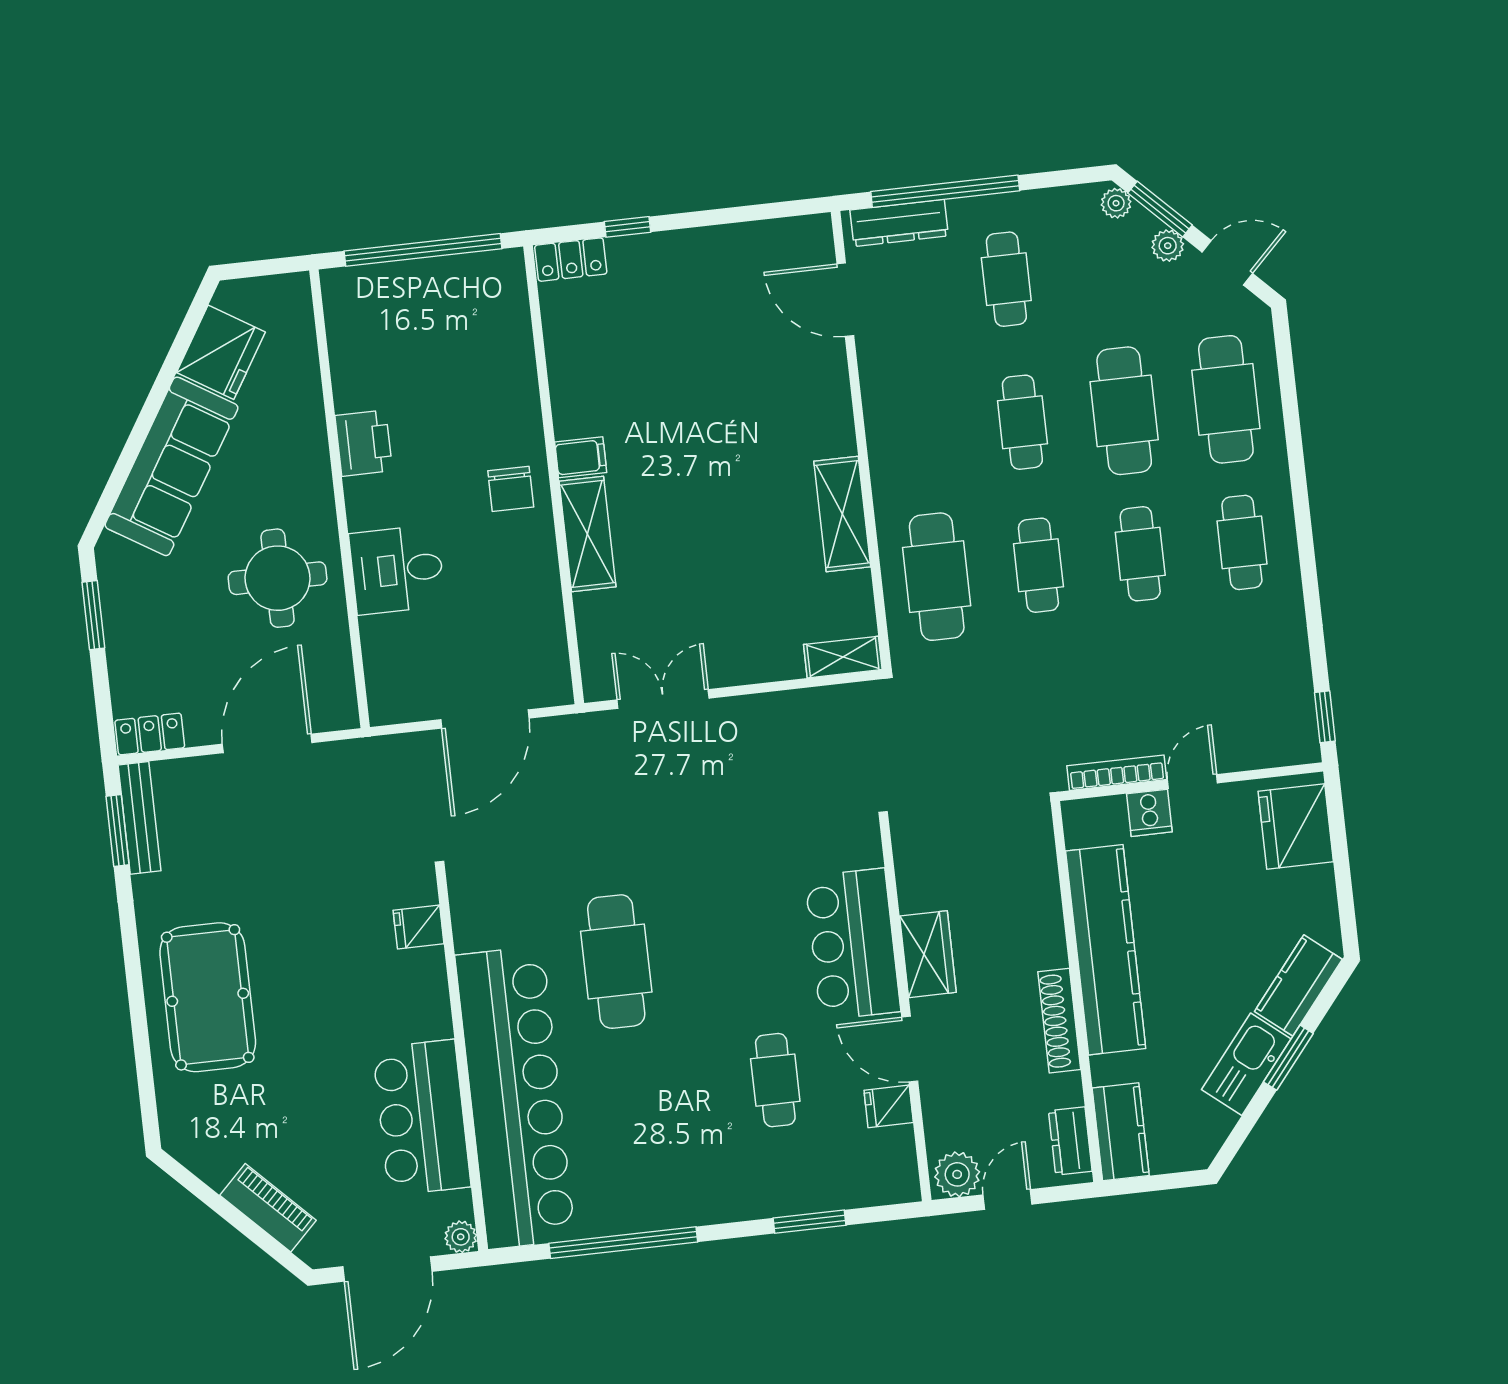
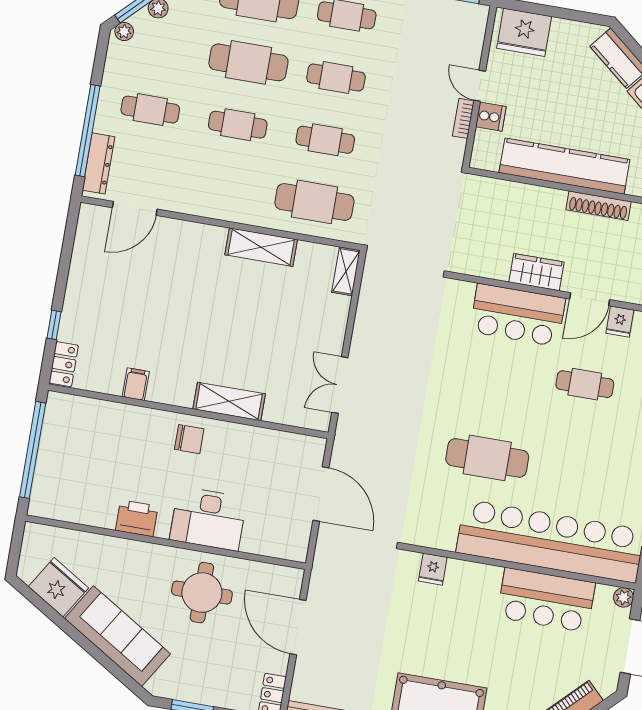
filing cabinet: (581, 457) -> (136, 384), moved
desk: (397, 570) -> (208, 519), width x1.37
bookcase: (1117, 773) -> (463, 118), width x0.64

